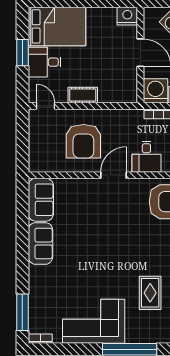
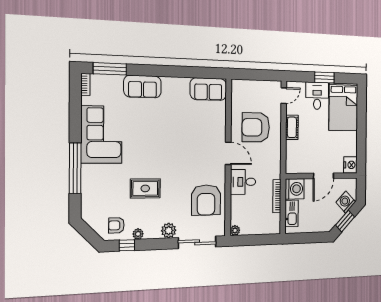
sofa: (40, 243) -> (143, 87), moved
rug: (150, 293) -> (145, 188), moved

